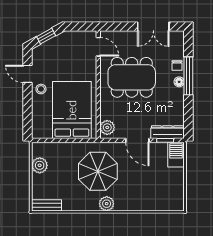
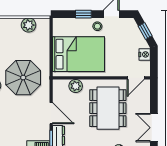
nightstand: (72, 37) -> (145, 54), added
window: (27, 105) -> (83, 14), added
plant: (107, 127) -> (76, 86), moved
door: (137, 140) -> (51, 113), swing flipped

